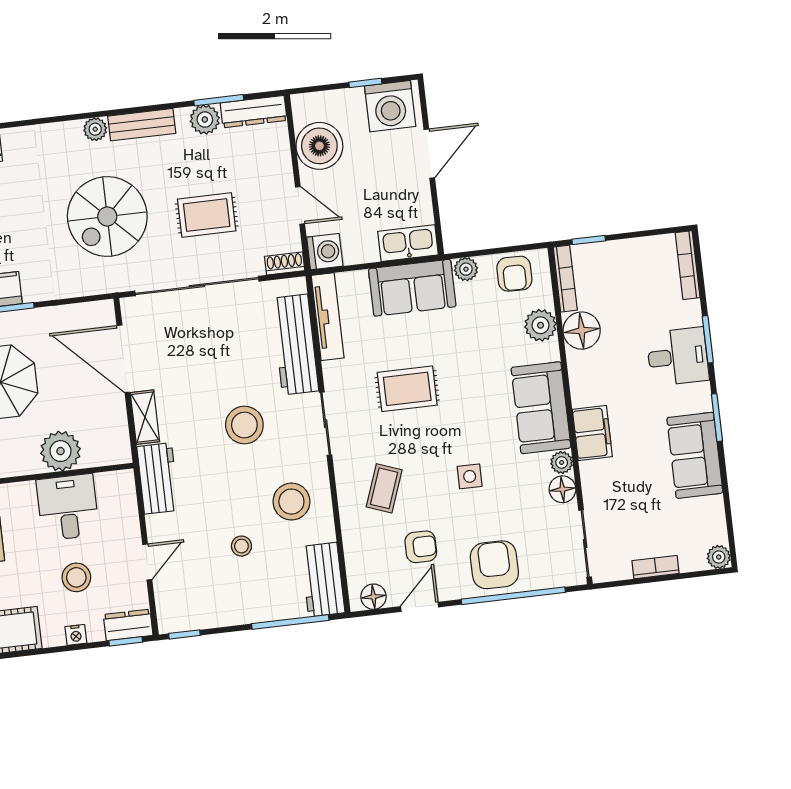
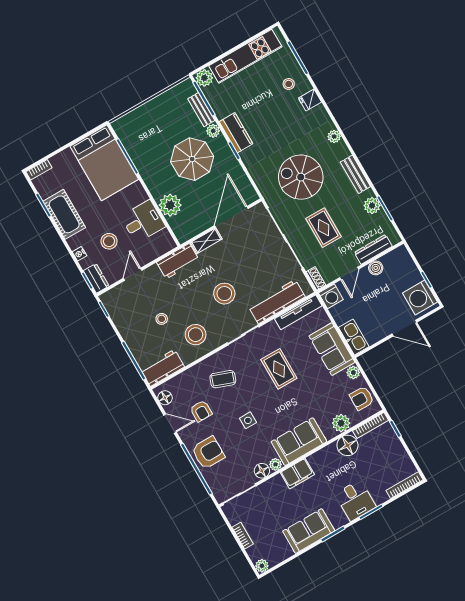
dresser: (254, 112) -> (373, 249), moved, turned 90
plant: (95, 129) -> (334, 137), moved
boiler: (319, 146) -> (376, 268), width x0.54, depth x0.54
door: (147, 562) -> (133, 274), swing flipped

